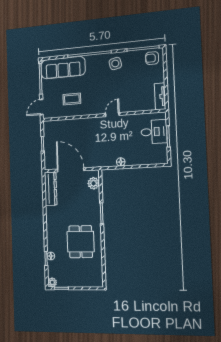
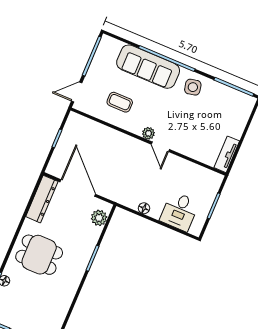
armchair: (152, 58) -> (239, 104), removed
sofa: (63, 68) -> (148, 67), moved
plant: (100, 110) -> (148, 133), added
door: (112, 115) -> (160, 147), swing flipped
desk: (154, 132) -> (180, 211), moved, turned 90
dining table: (81, 242) -> (39, 255), moved, turned 90

